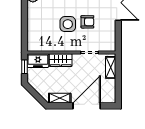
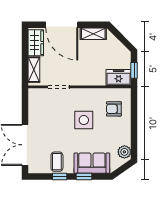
armchair: (87, 22) -> (114, 109), moved
wardrobe: (61, 60) -> (36, 43), moved, turned 90
door: (87, 106) -> (62, 25), hinge flipped

